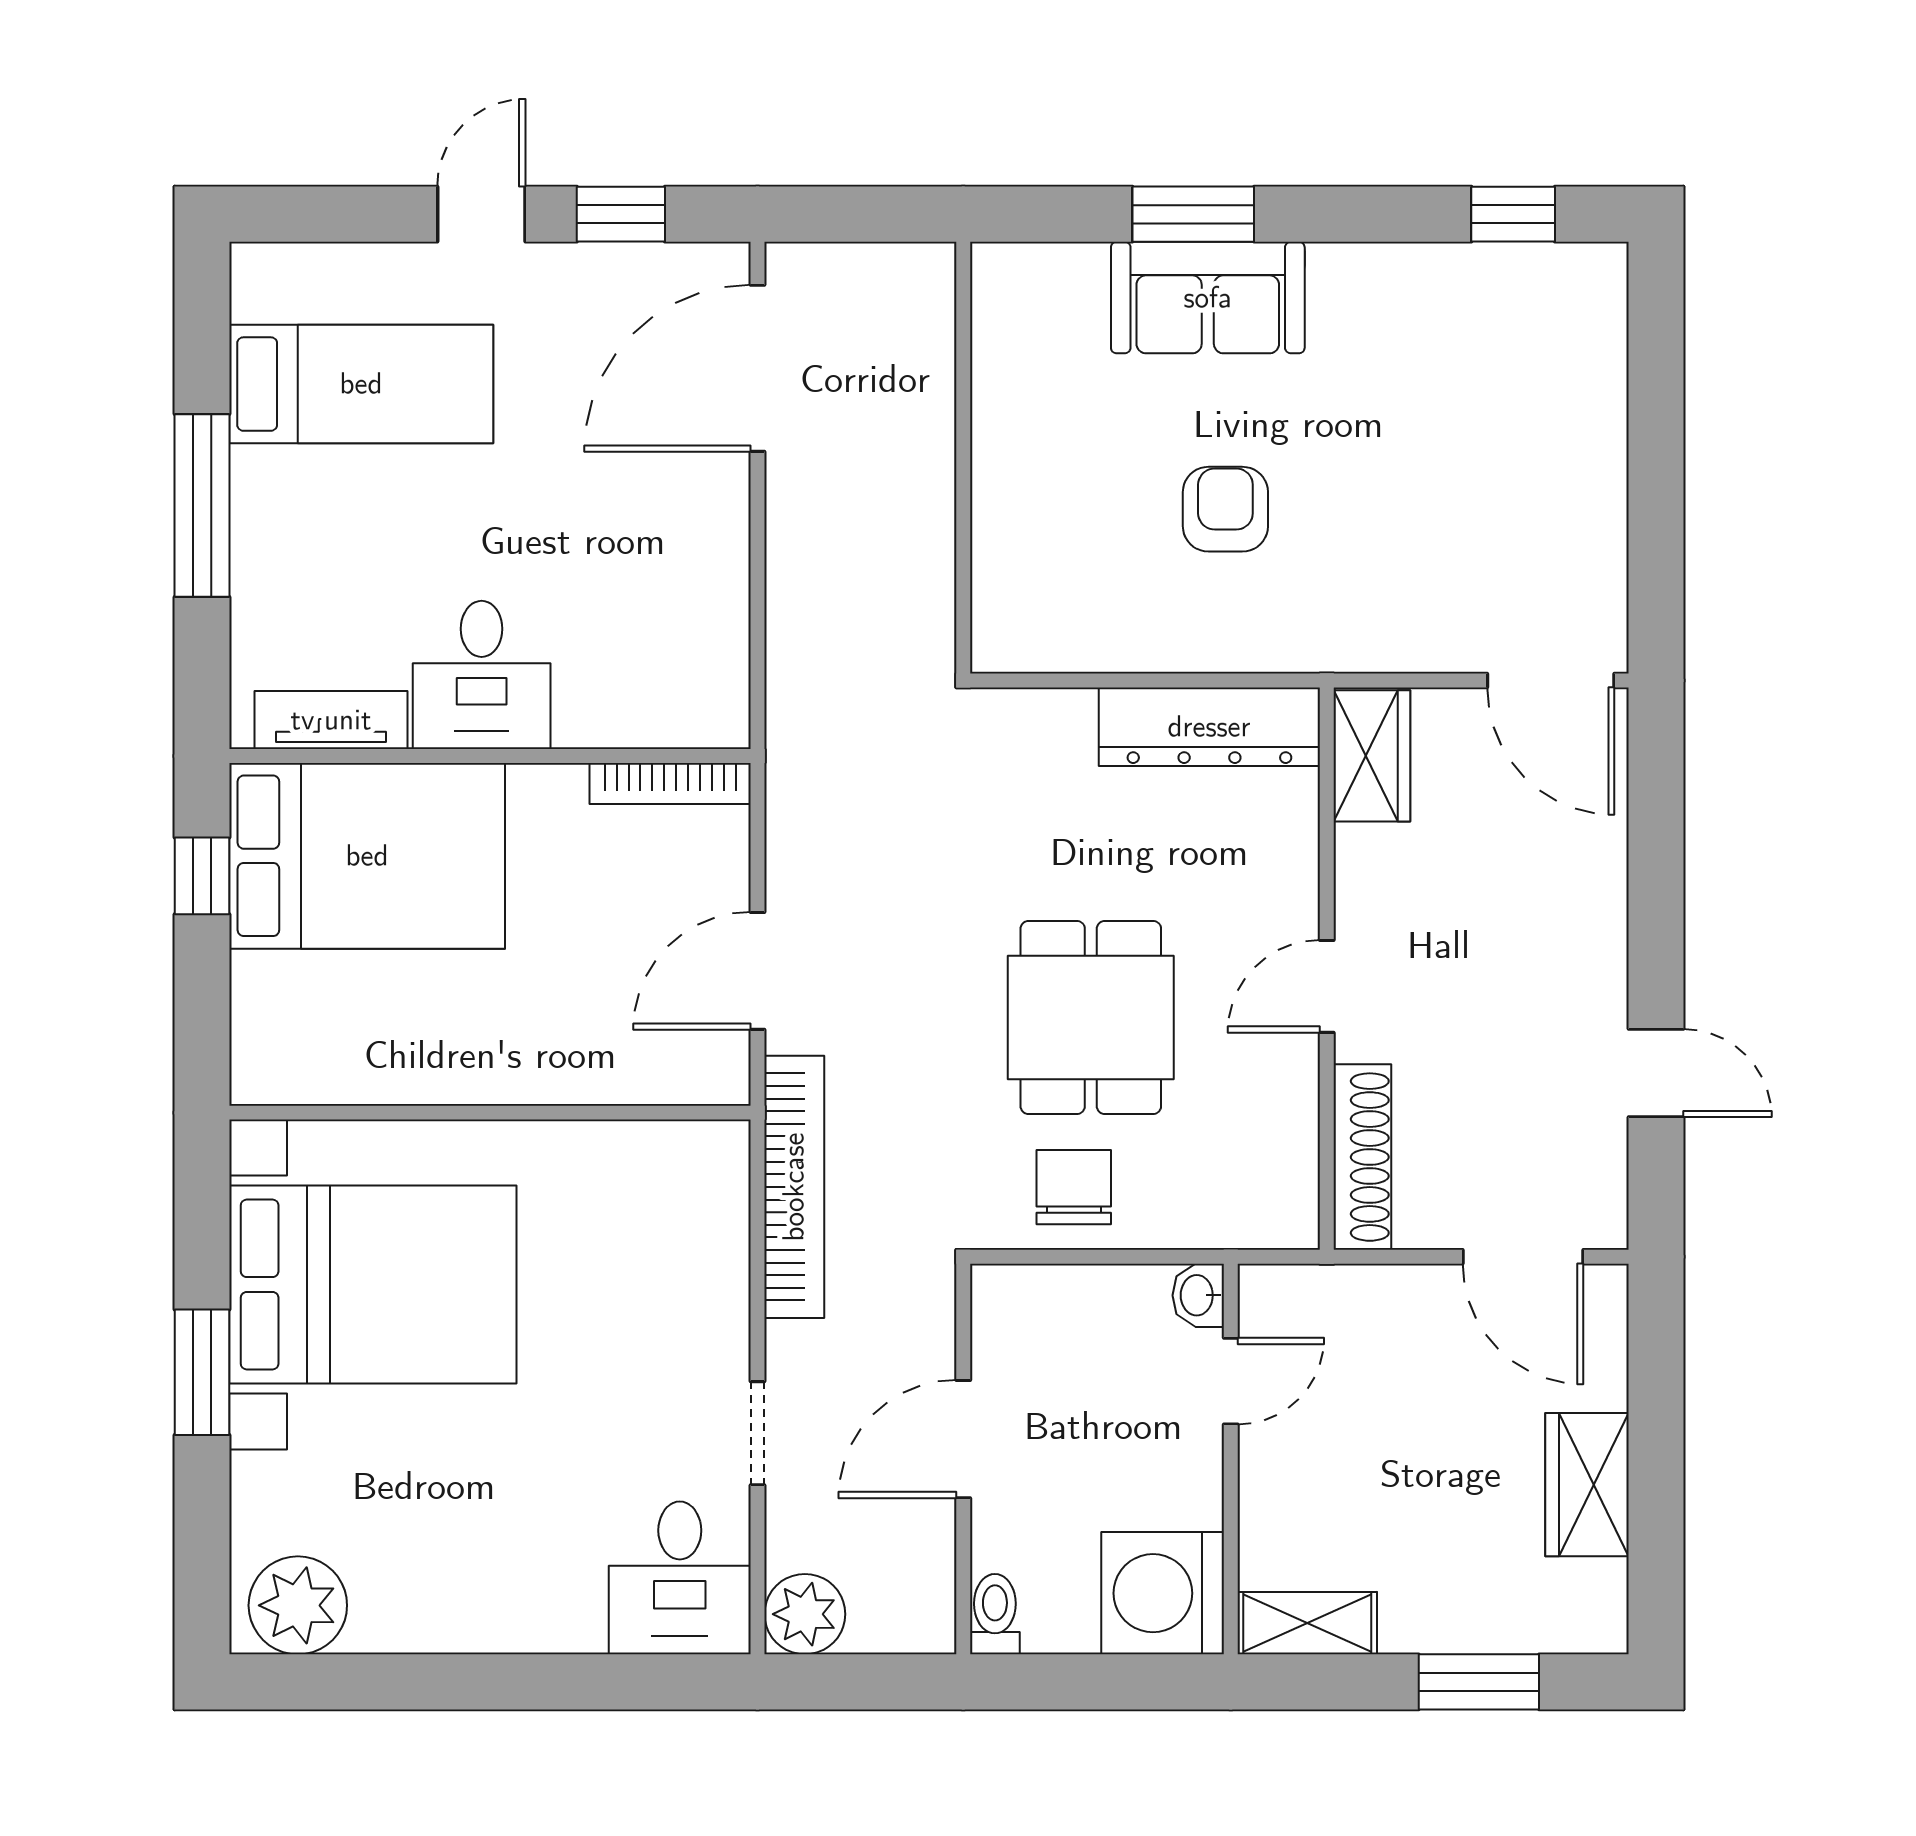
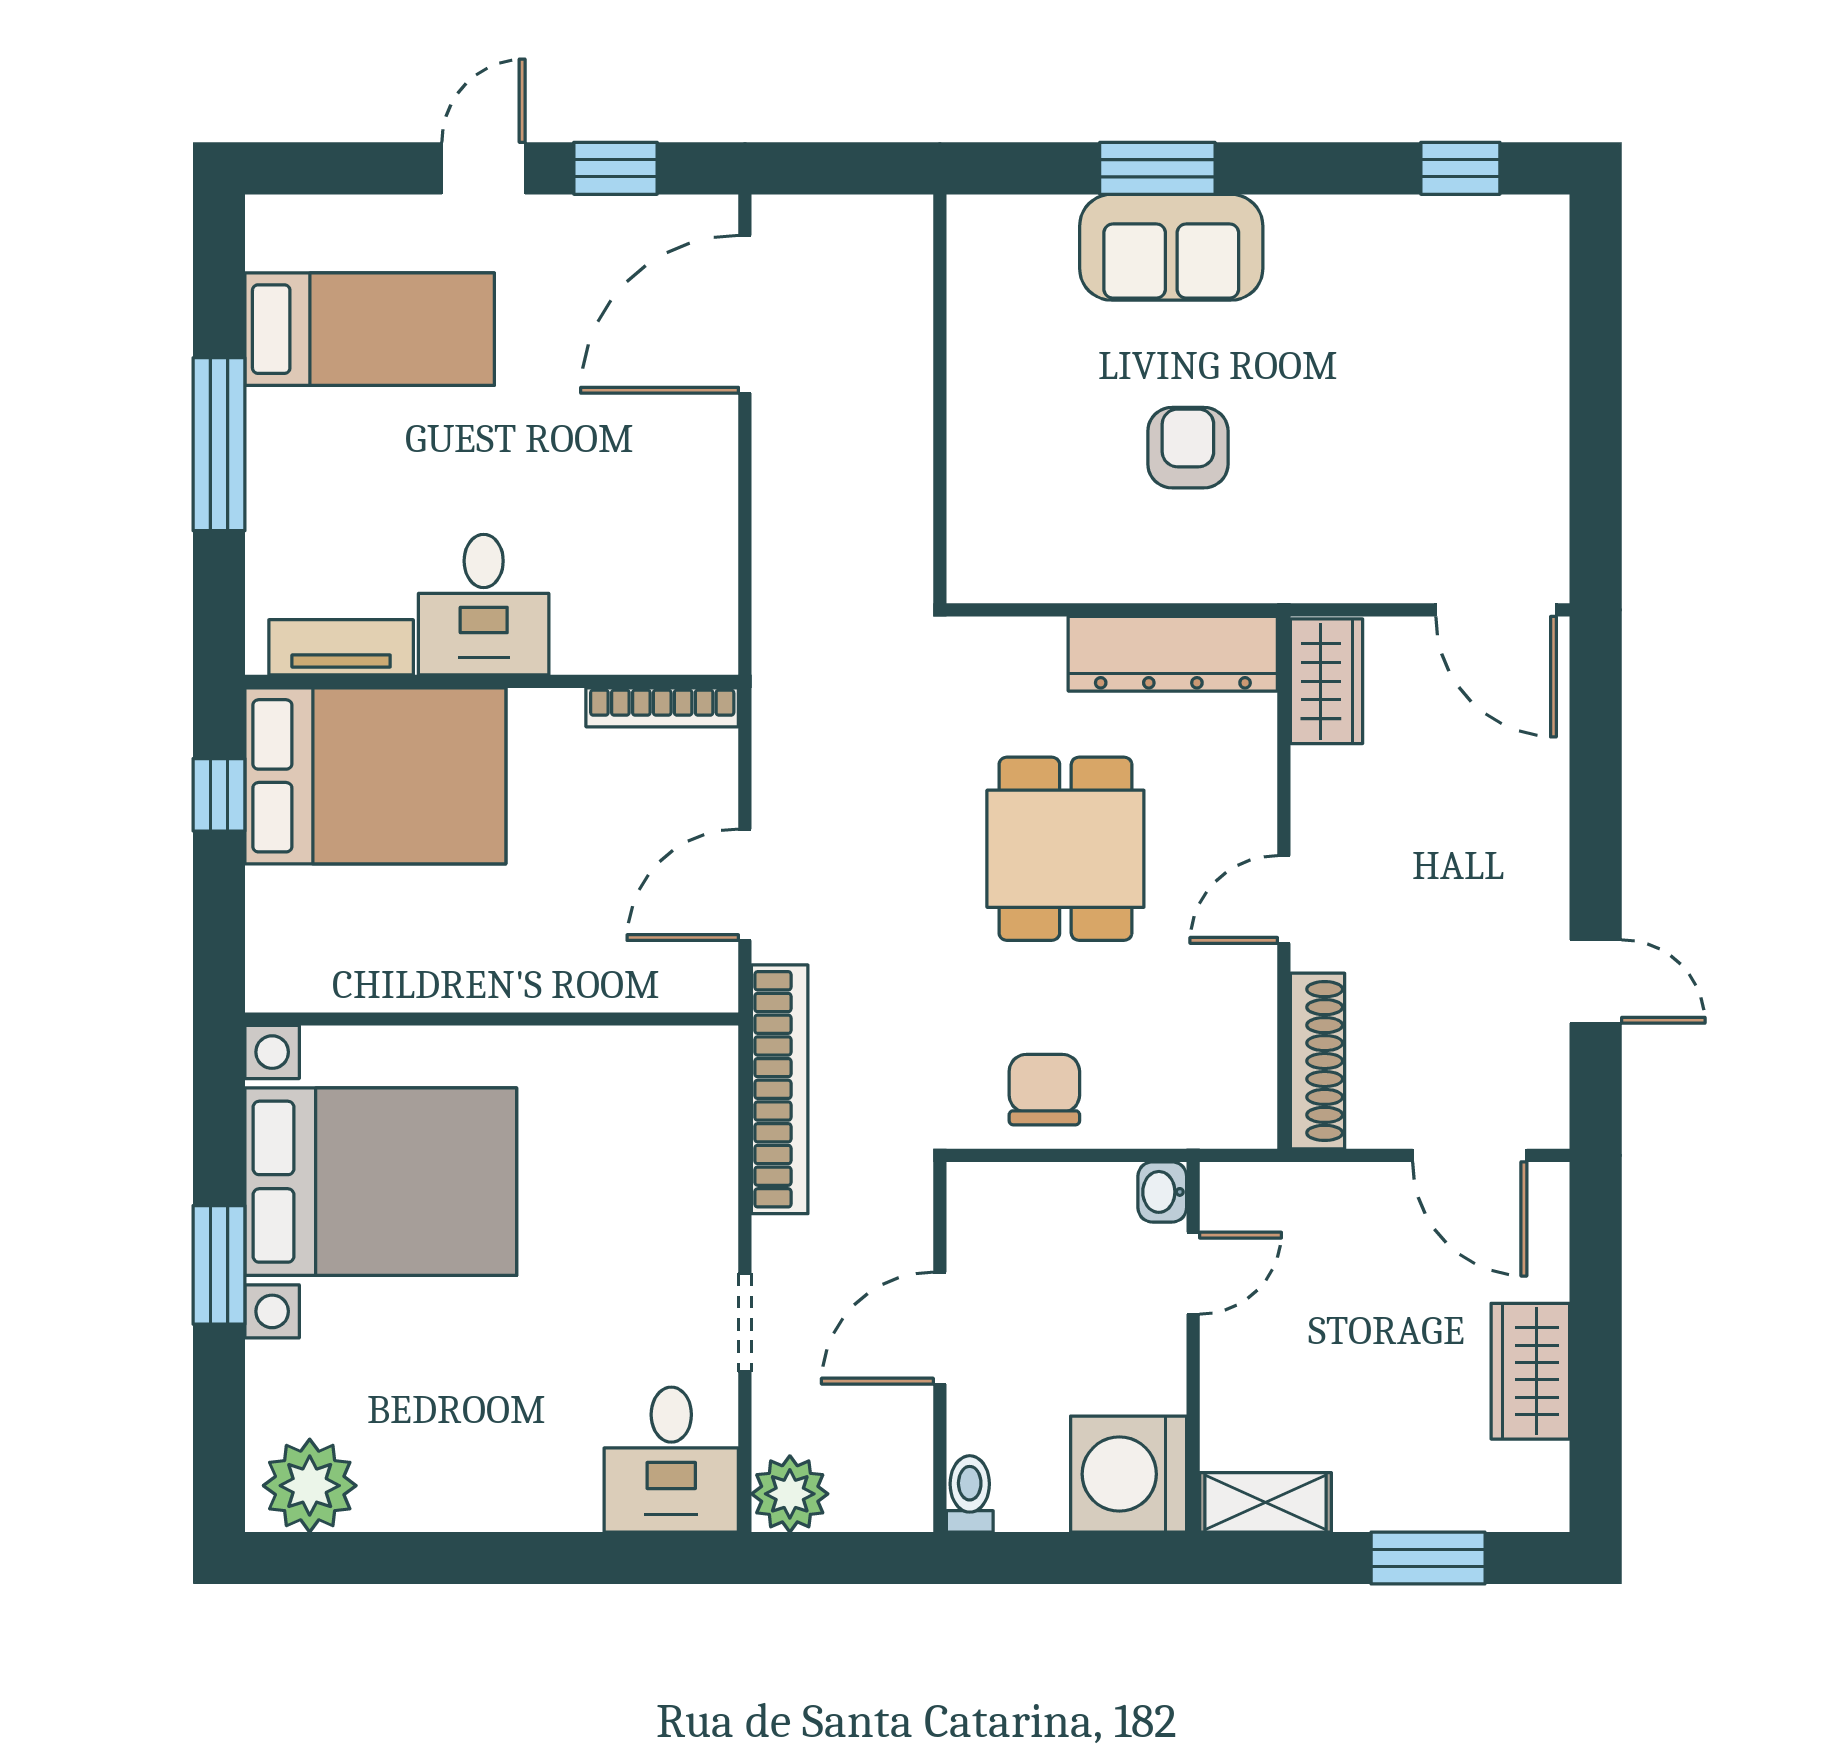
dining table: (1091, 1017) -> (1065, 849), moved

